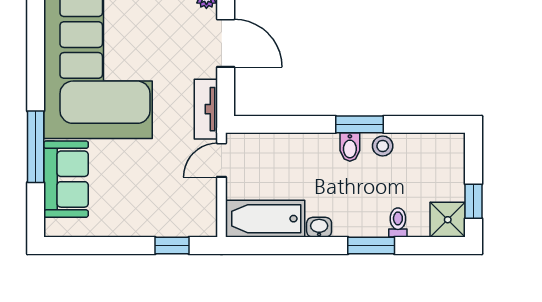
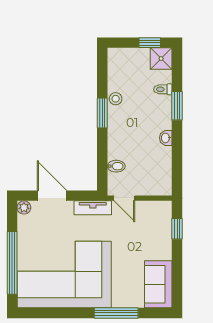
door: (226, 43) -> (52, 196), hinge flipped
bidet: (350, 147) -> (116, 166), moved
sofa: (66, 179) -> (158, 284), moved, turned -90
bathtub: (265, 219) -> (160, 171), removed

